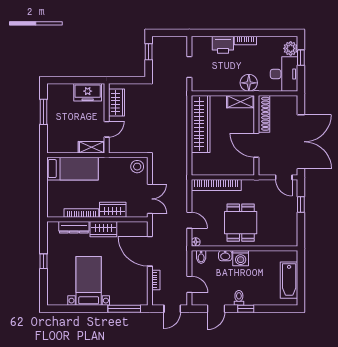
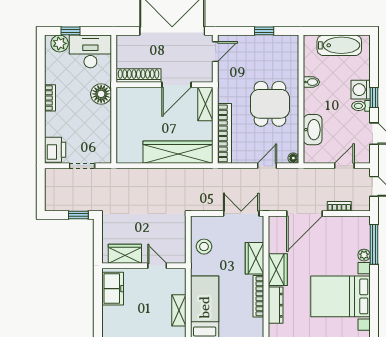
printer: (223, 45) -> (55, 150), moved
window: (149, 52) -> (78, 215), moved
shelving: (240, 102) -> (205, 104), moved
wardrobe: (201, 124) -> (178, 152), moved
shelving: (91, 147) -> (179, 310), moved
stool: (137, 167) -> (204, 247), moved
window: (301, 204) -> (264, 31), moved
dining table: (241, 223) -> (270, 104), turned 90
washbasin: (225, 256) -> (313, 130), width x1.91, depth x1.45
bidet: (201, 257) -> (311, 82), moved
washing machine: (241, 258) -> (361, 90), moved, turned 180
bed with nightstands: (89, 281) -> (340, 296), width x1.36
plant: (115, 301) -> (364, 255), added

